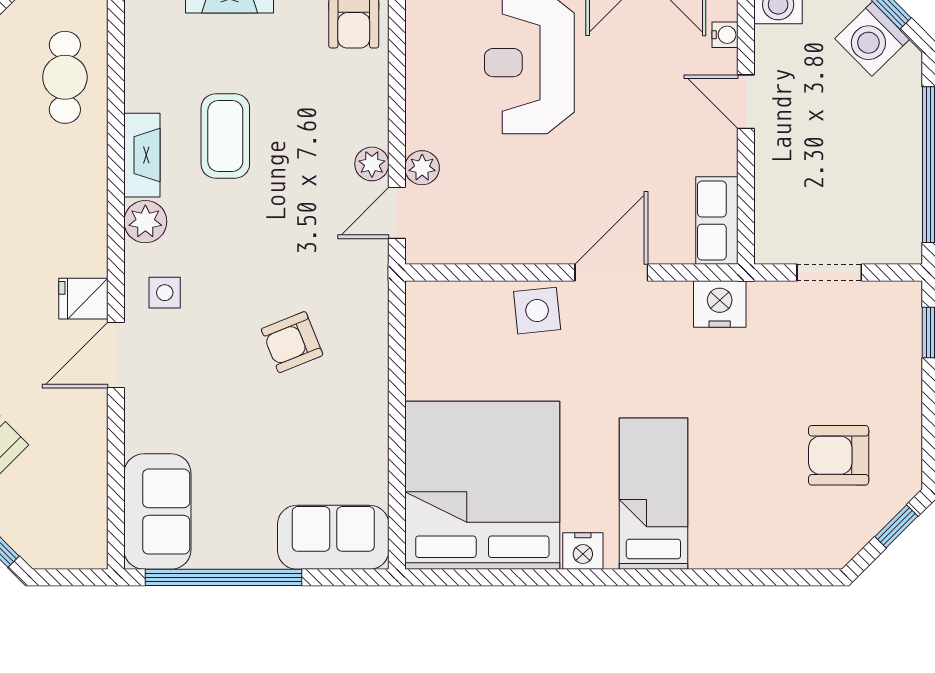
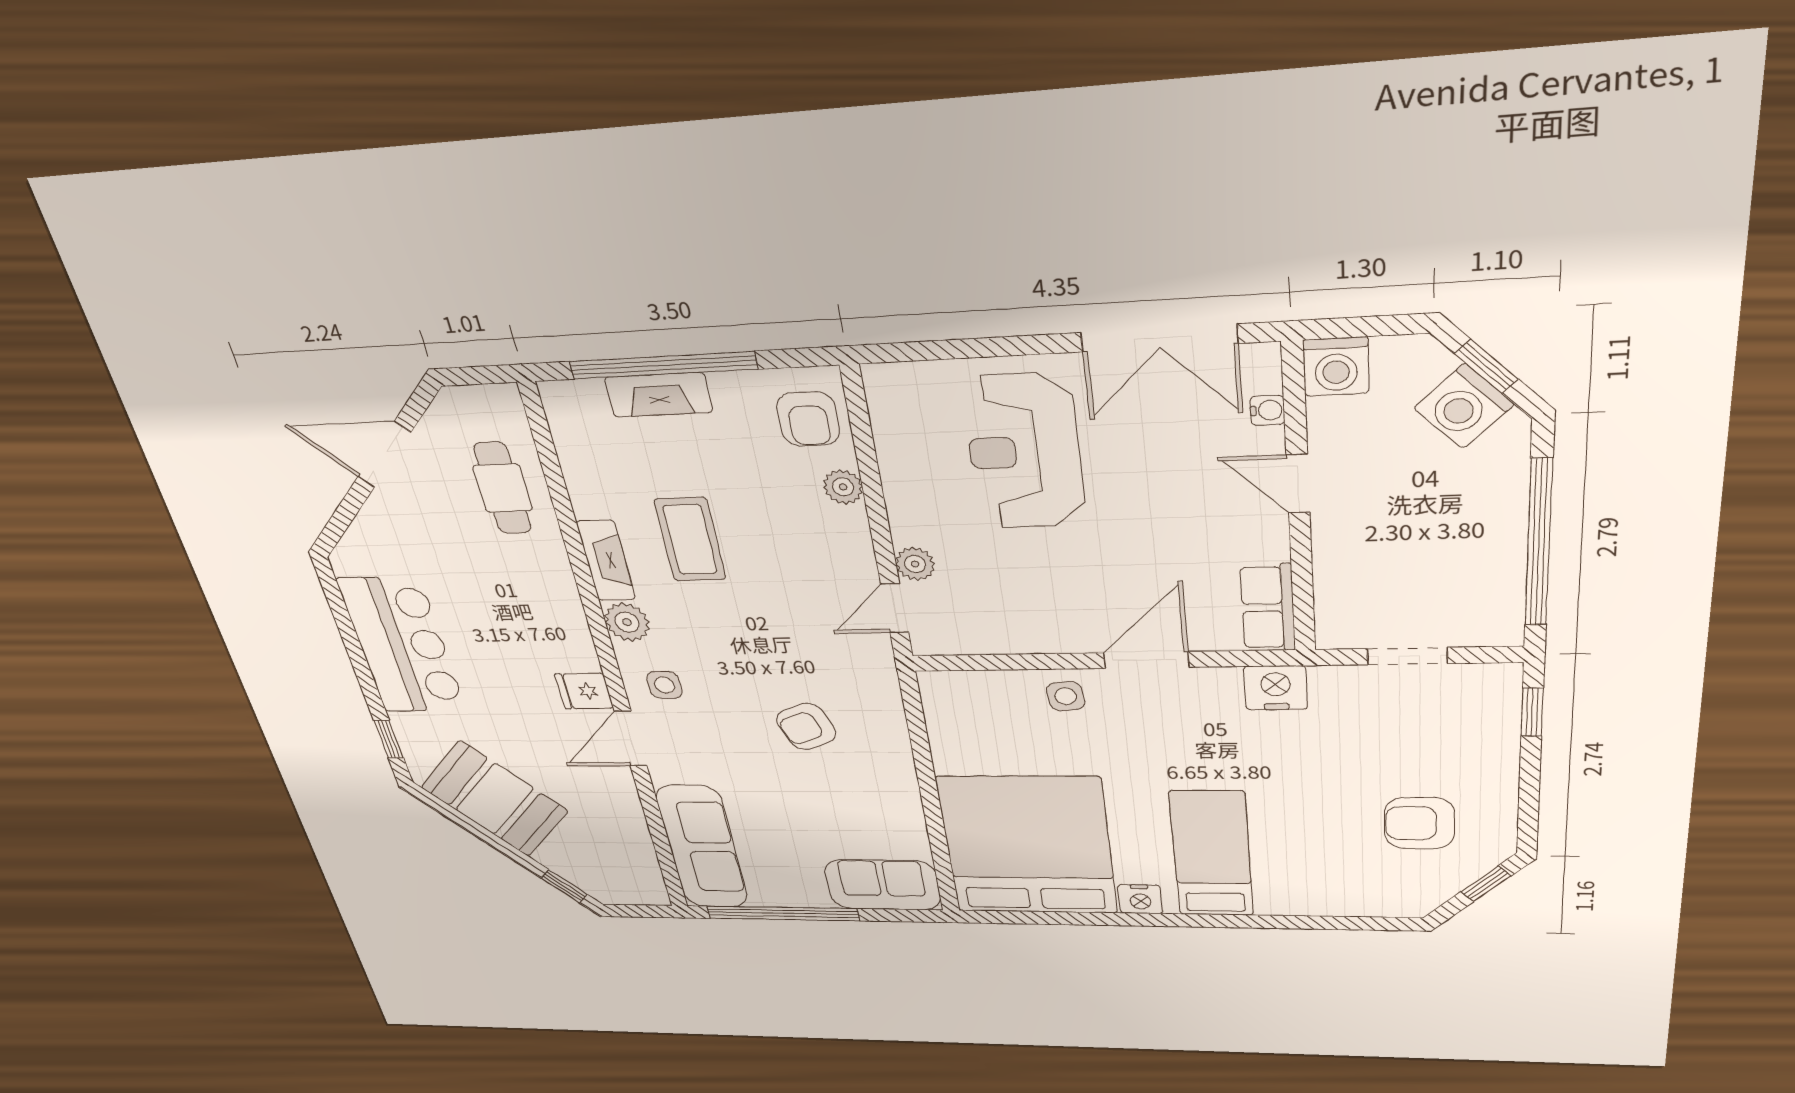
plant: (372, 164) -> (843, 487), moved
side table: (537, 311) -> (1066, 696), width x0.73, depth x0.73
sofa: (157, 512) -> (702, 847), width x1.36

